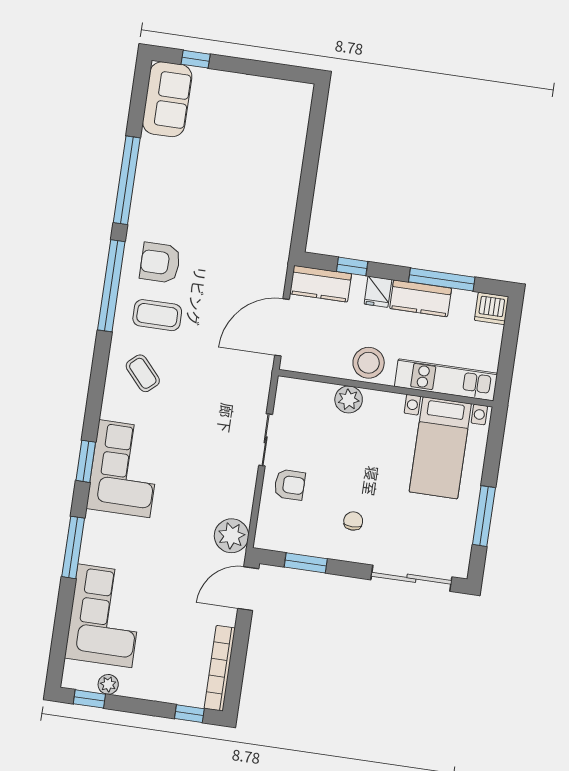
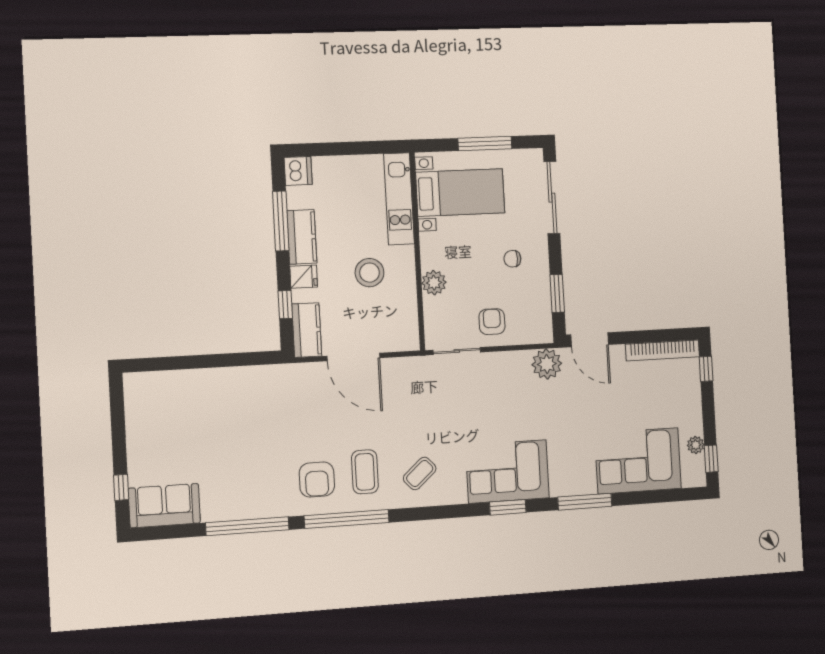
kitchen unit: (446, 380) -> (399, 199), moved
wall: (386, 388) -> (417, 251), moved
plant: (349, 399) -> (434, 283), moved
bed with nightstands: (440, 448) -> (460, 193), moved

